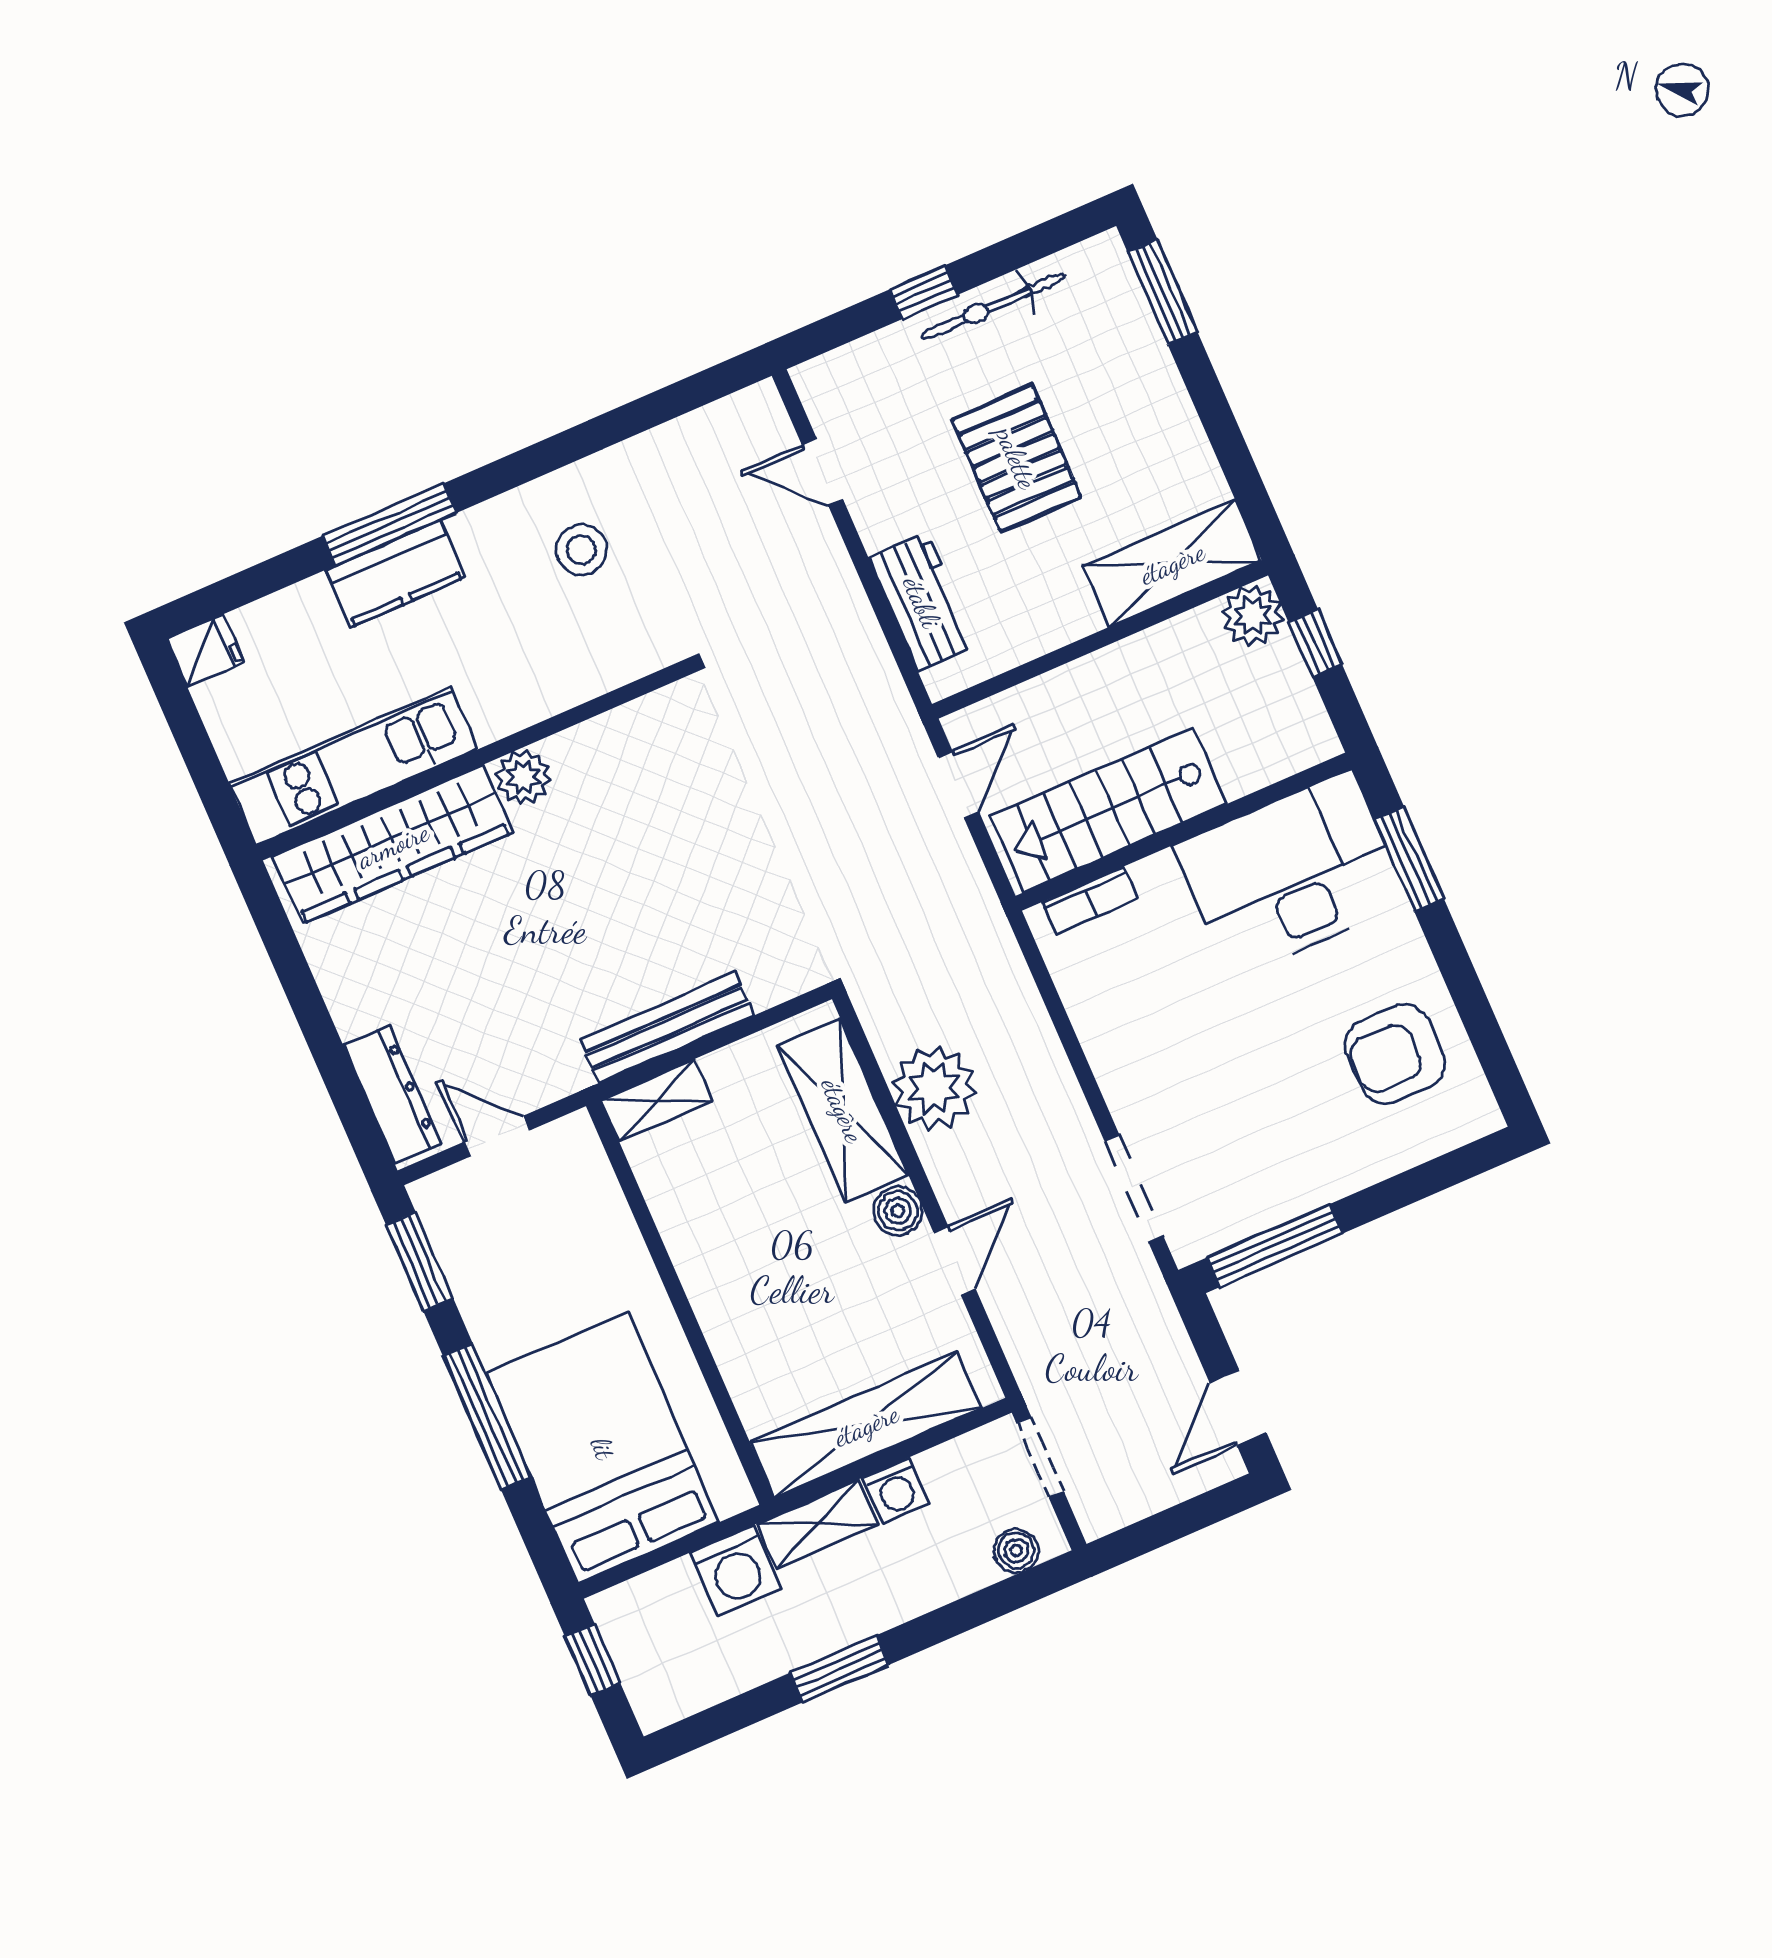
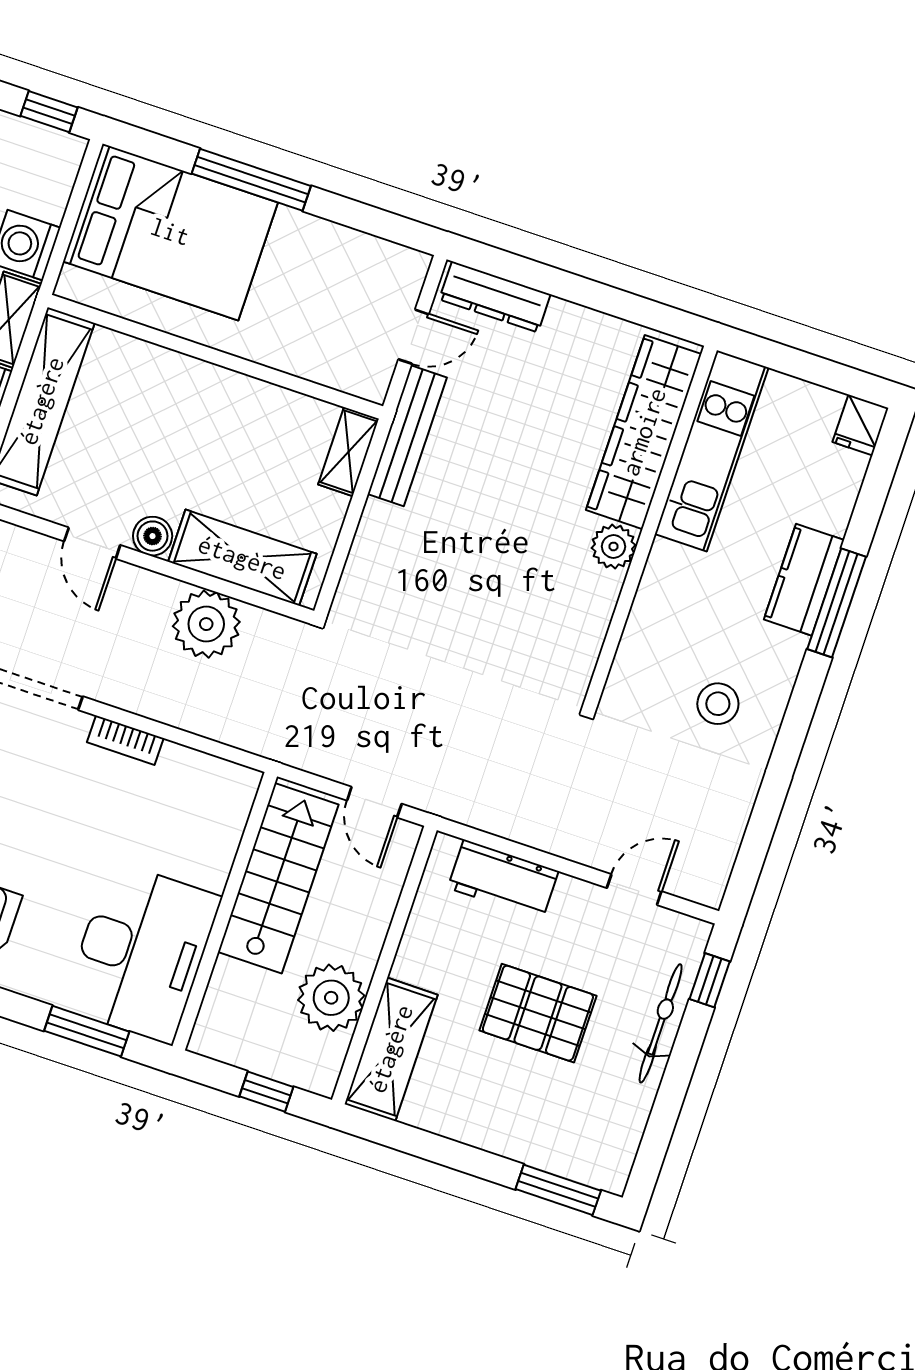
window: (924, 292) -> (710, 980), moved
bicycle: (993, 306) -> (661, 1023), moved
plant: (1252, 616) -> (331, 998), moved, width x1.36, depth x1.36
bookcase: (1090, 901) -> (125, 740), moved, turned -90
bench: (667, 1027) -> (407, 436), moved
window: (420, 1262) -> (380, 223), removed

